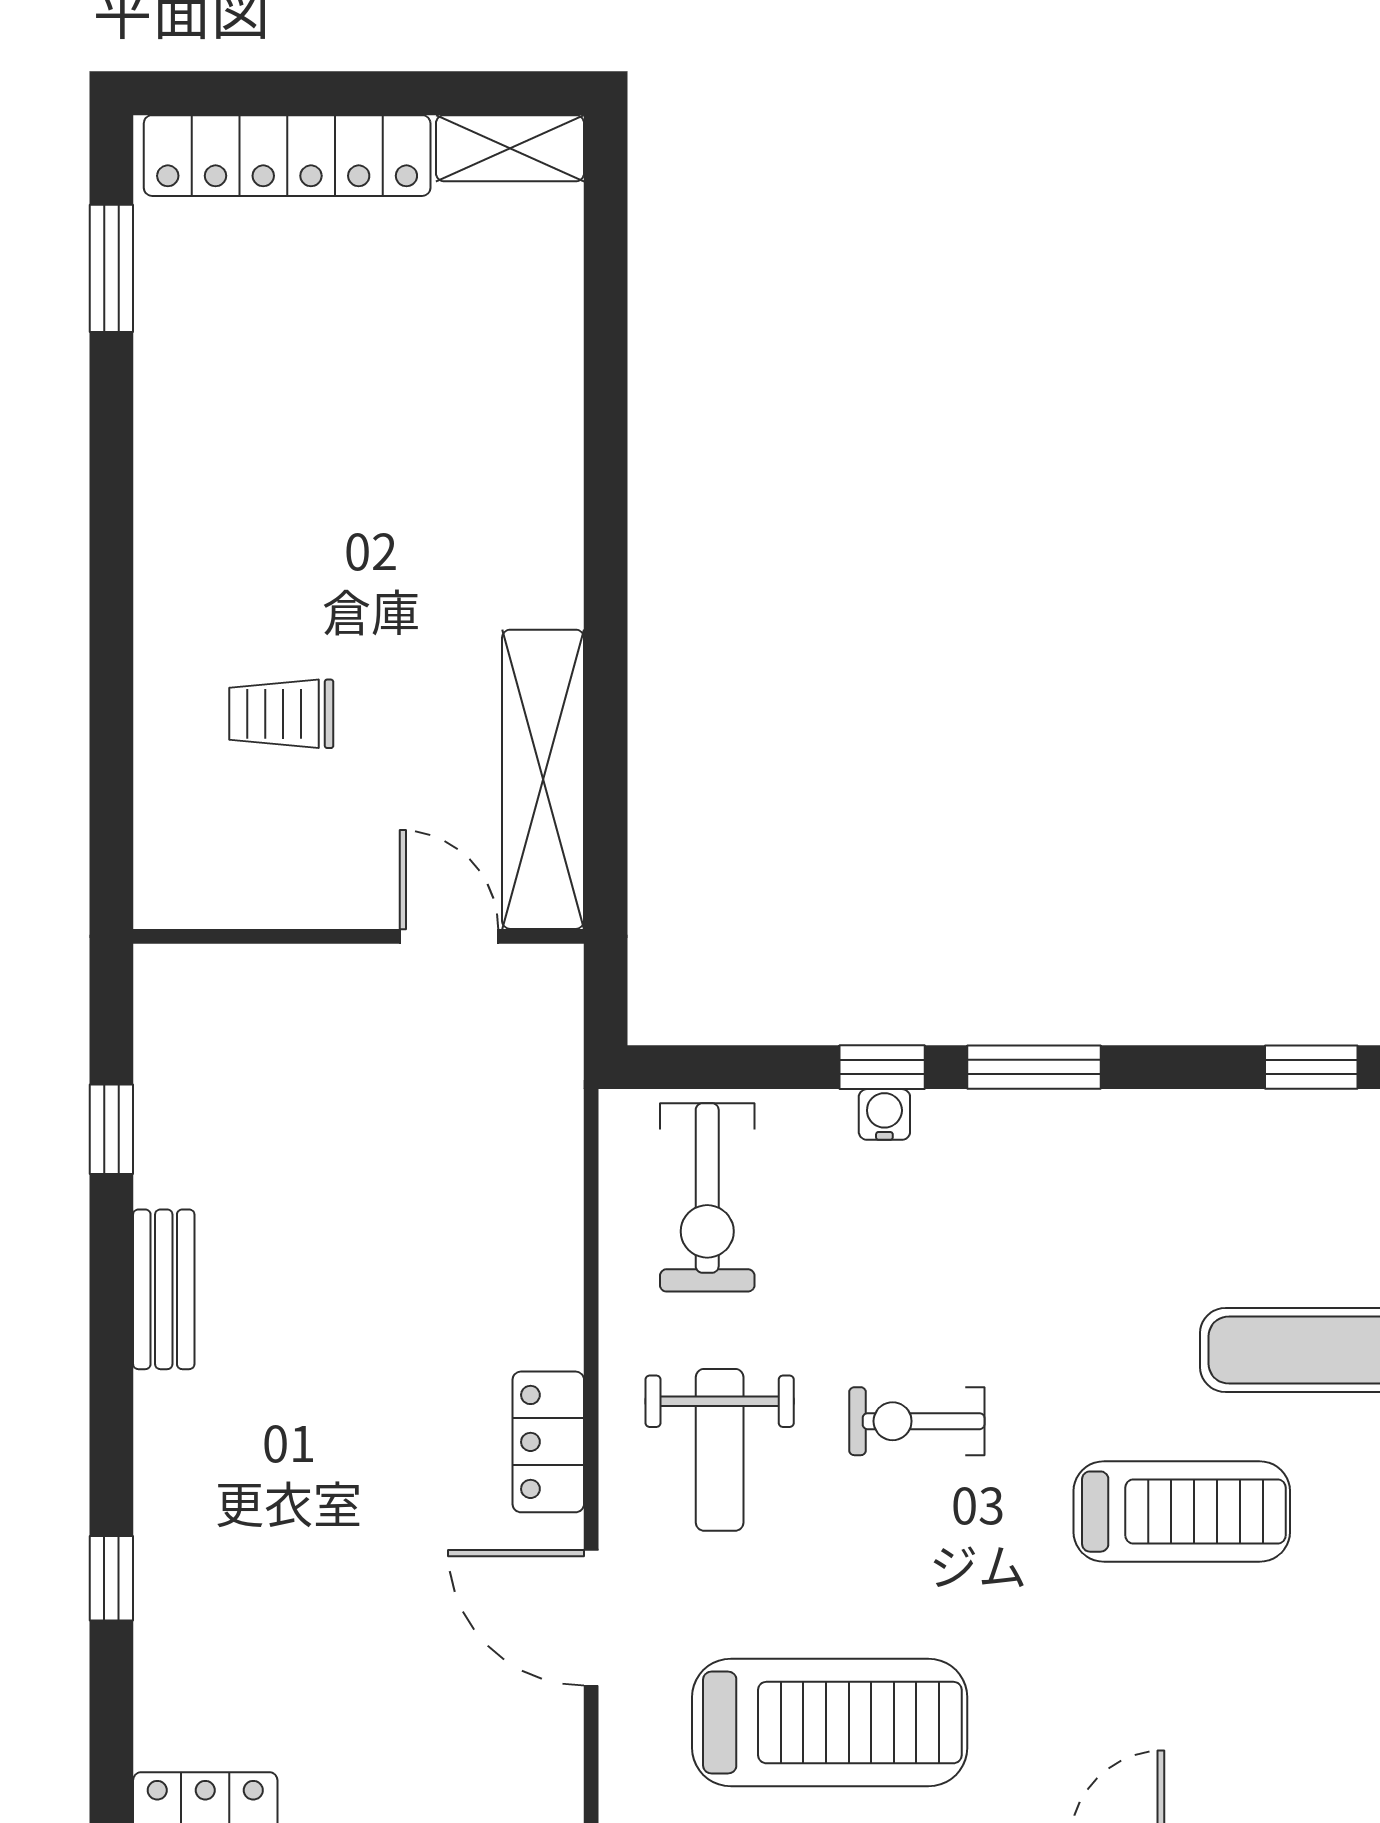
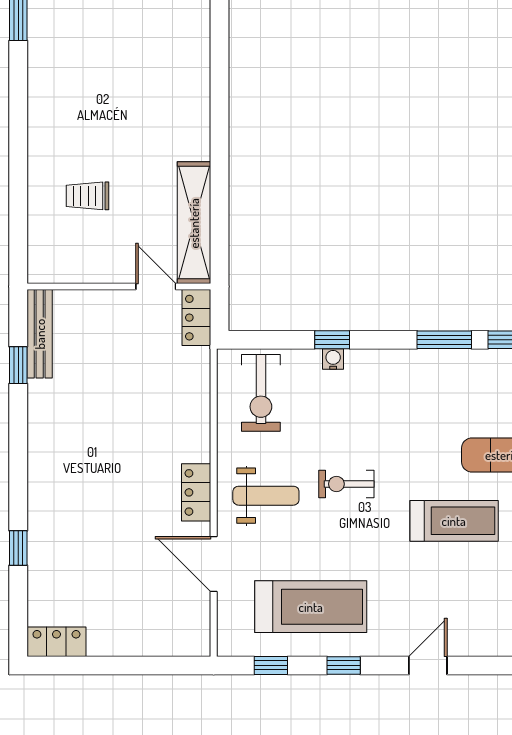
locker: (549, 1013) -> (196, 318), added
window: (1034, 1067) -> (444, 340), moved
bench: (164, 1289) -> (40, 334), moved, width x1.36
weight bench: (720, 1450) -> (266, 496), turned -90

